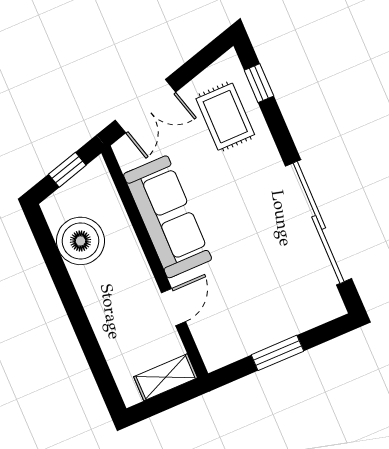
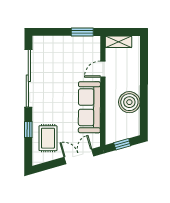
window: (259, 83) -> (28, 130), moved
boiler: (81, 241) -> (129, 102), moved
window: (277, 353) -> (82, 32), moved

